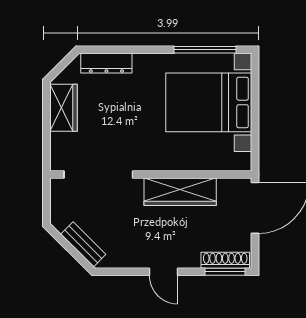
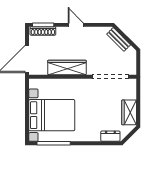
dresser: (106, 63) -> (110, 136), width x0.70

